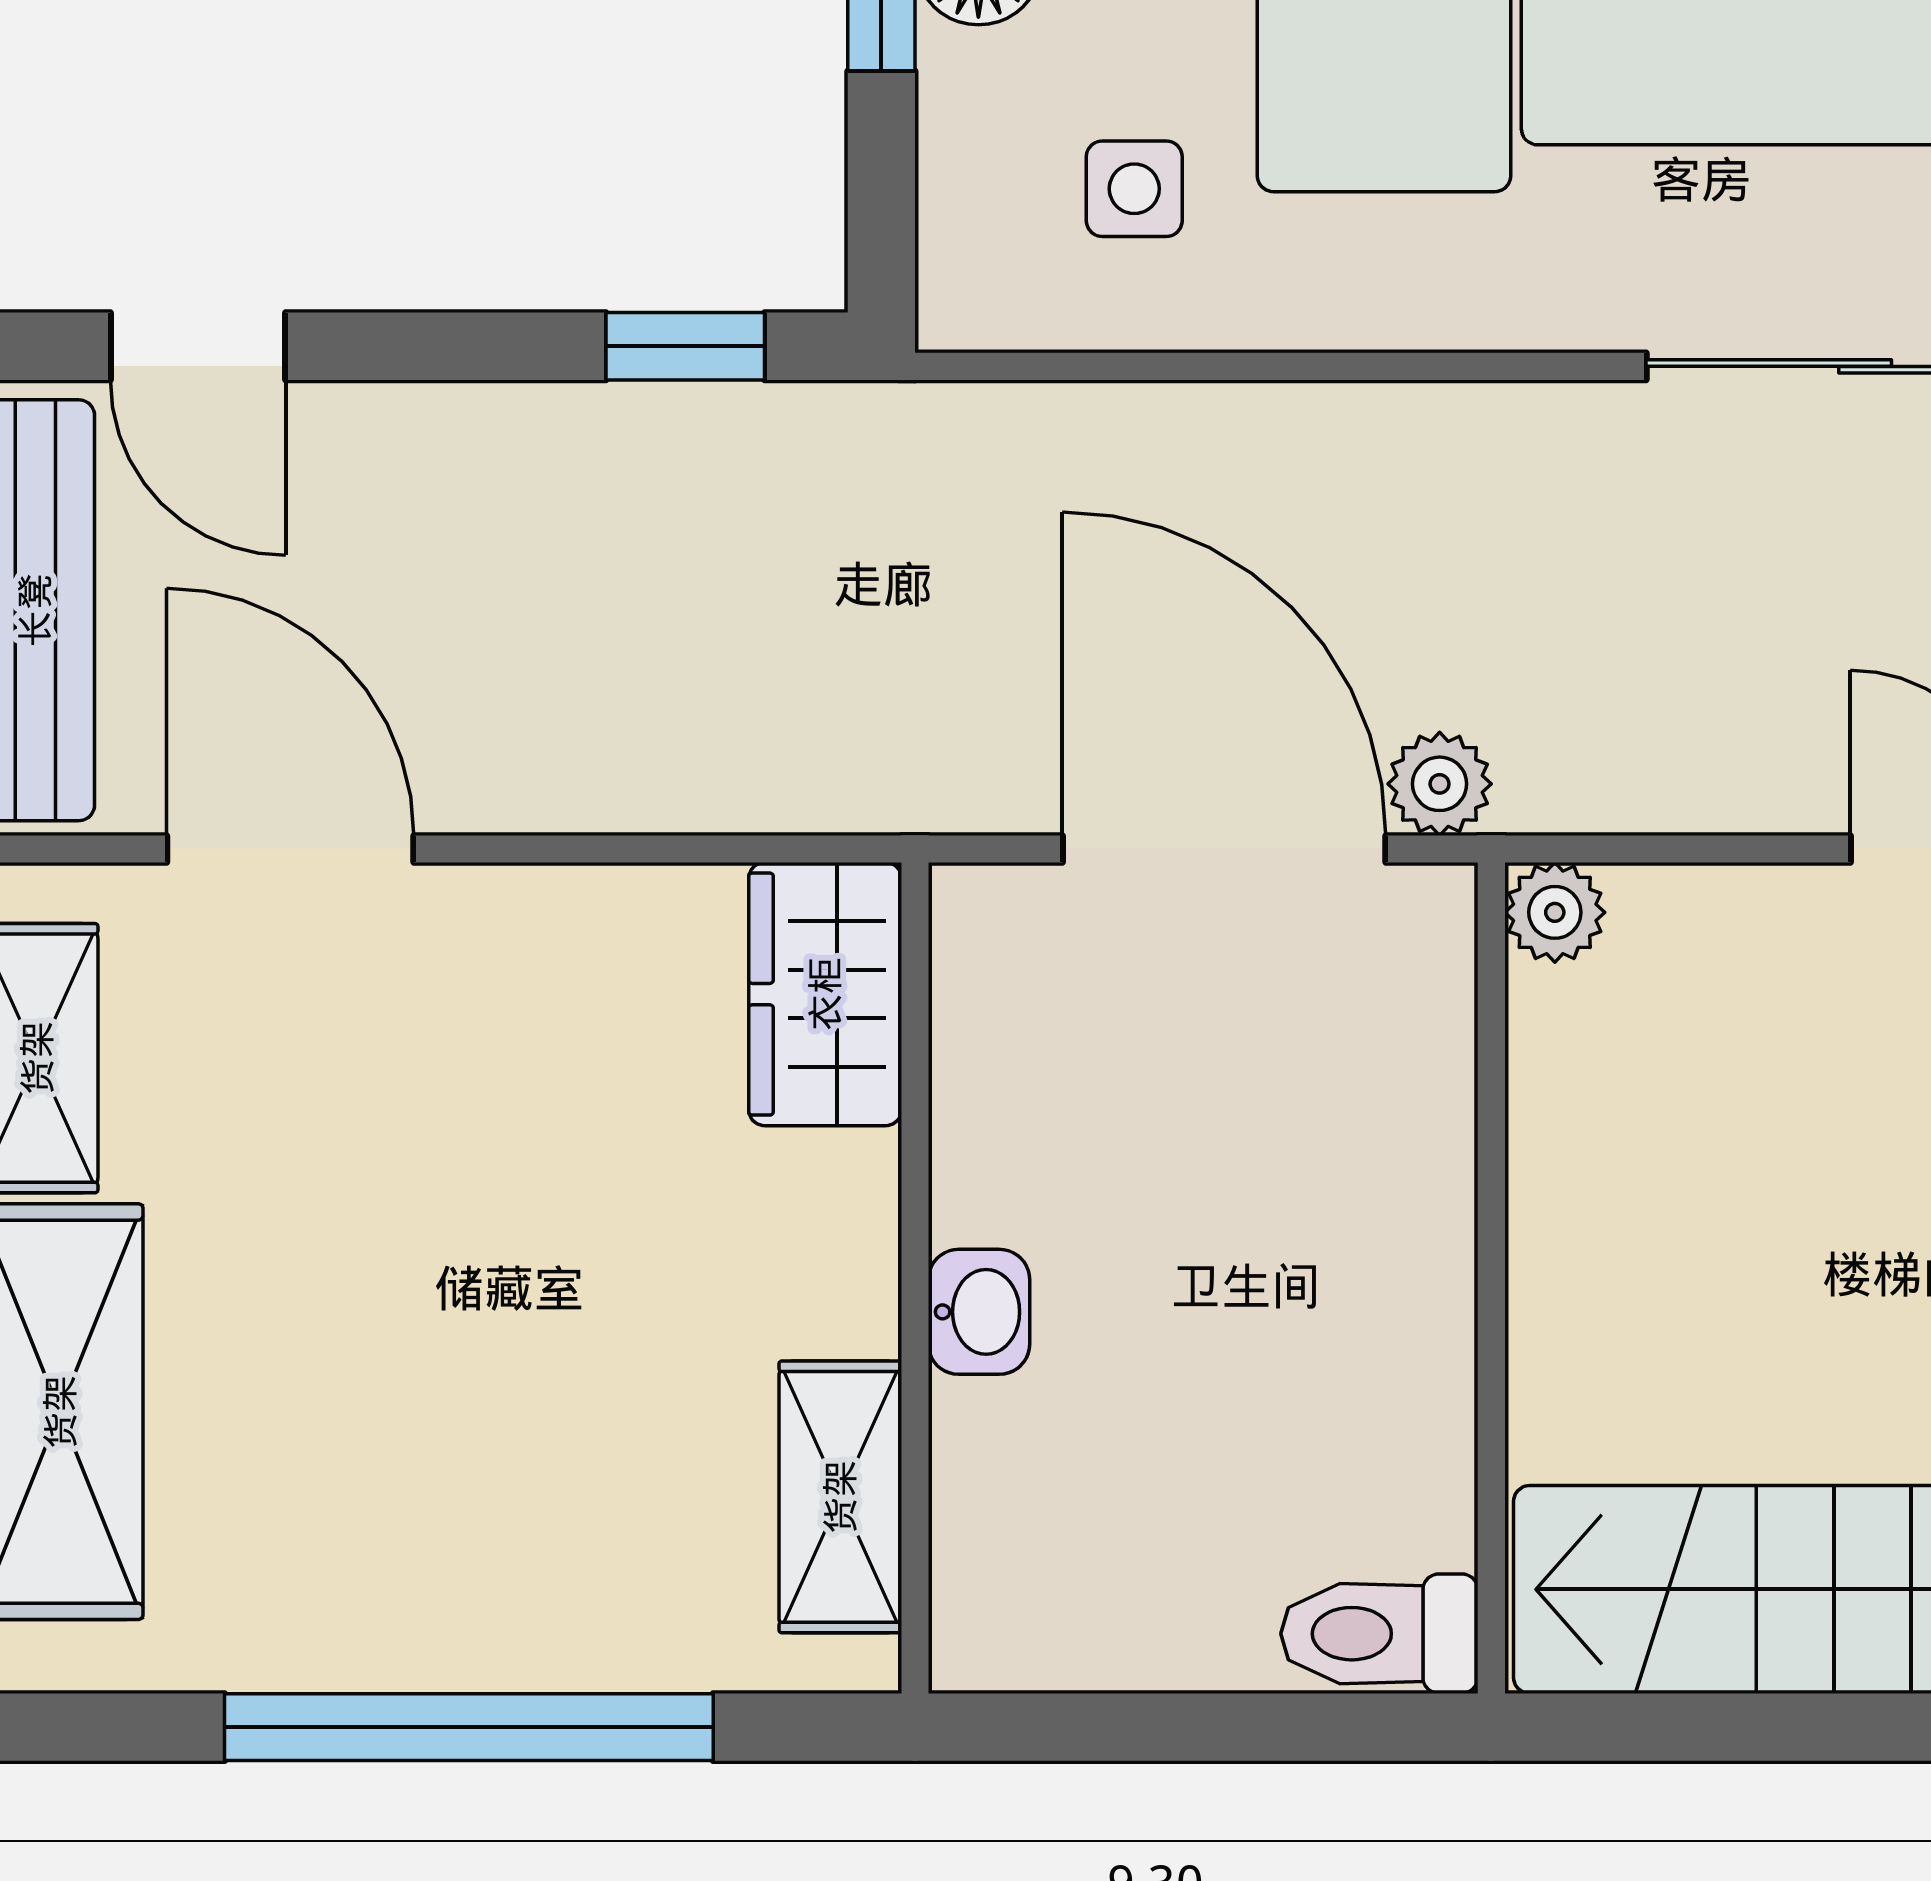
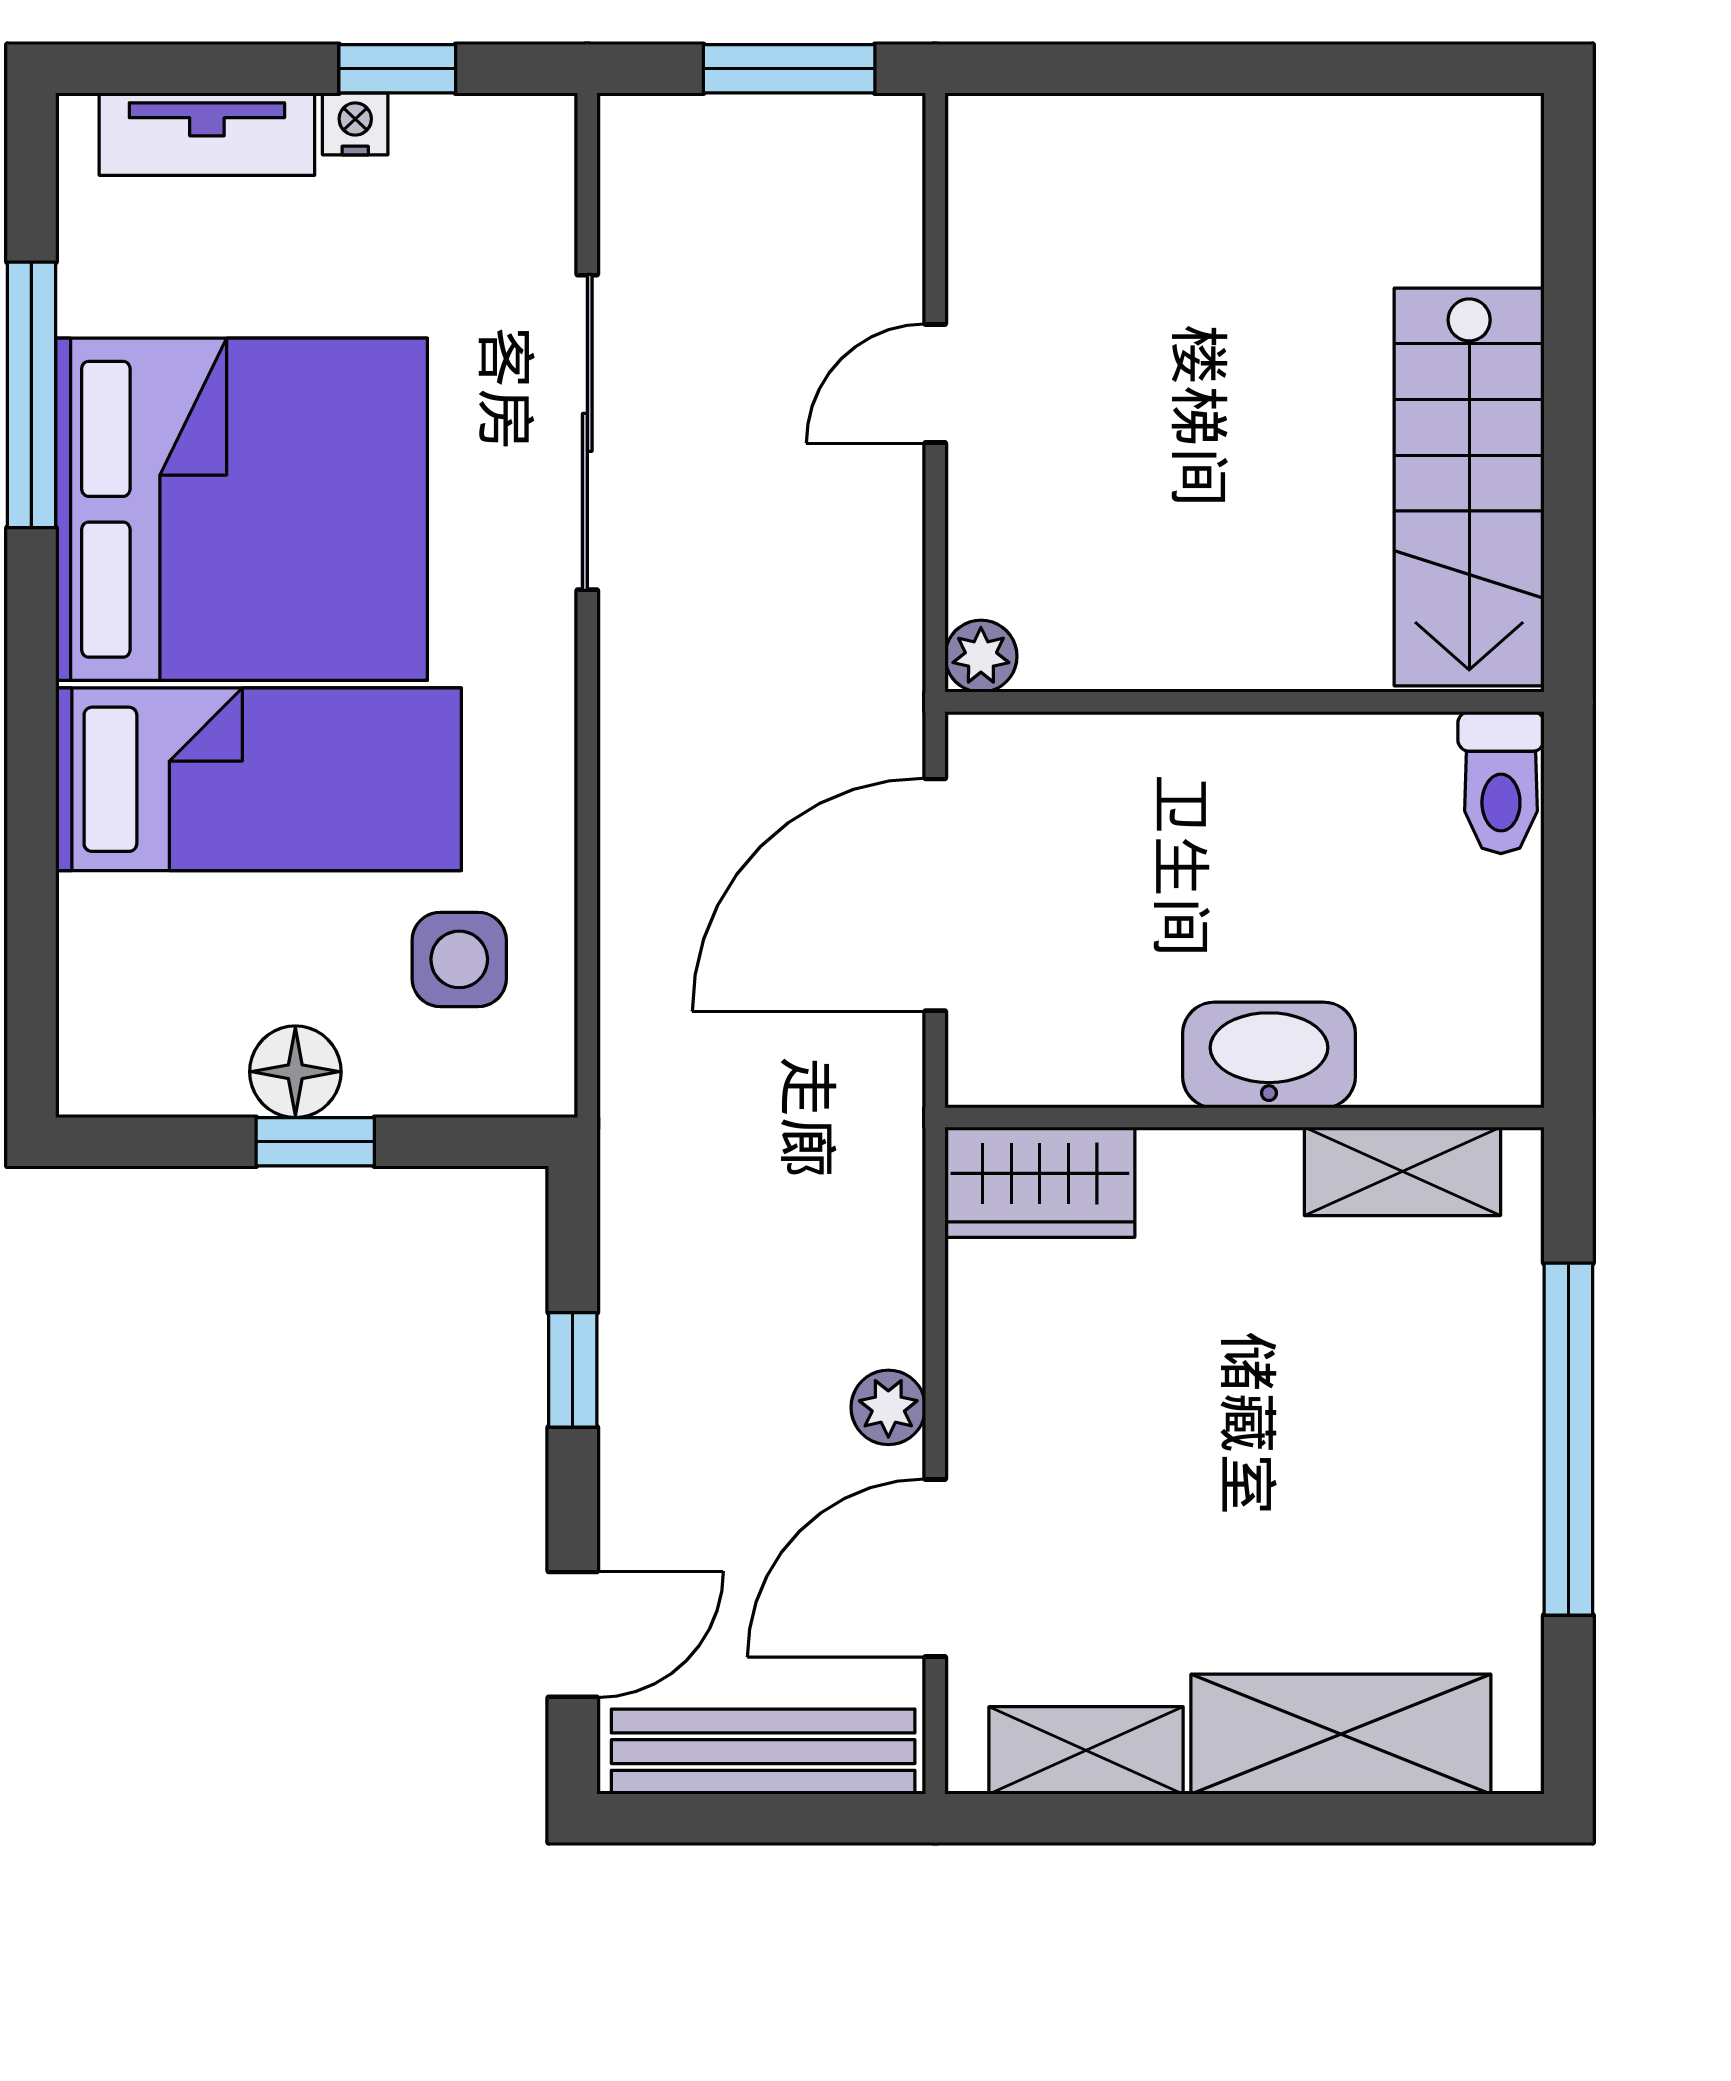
side table: (1134, 189) -> (459, 959), width x1.37, depth x1.37
window: (685, 346) -> (573, 1370), moved
plant: (1440, 784) -> (888, 1407), moved
washbasin: (979, 1312) -> (1269, 1055), width x1.91, depth x1.45

